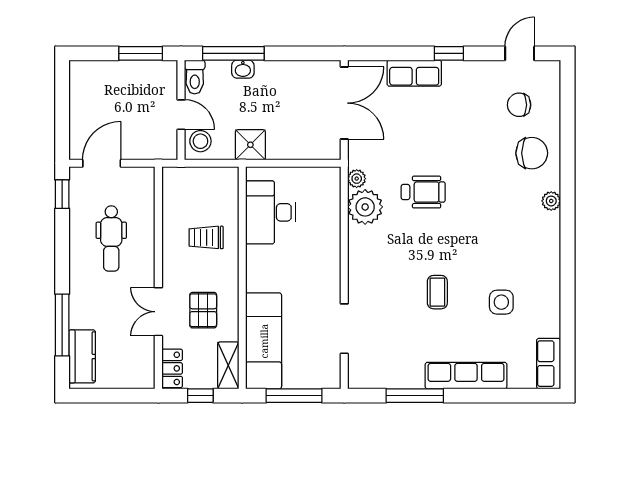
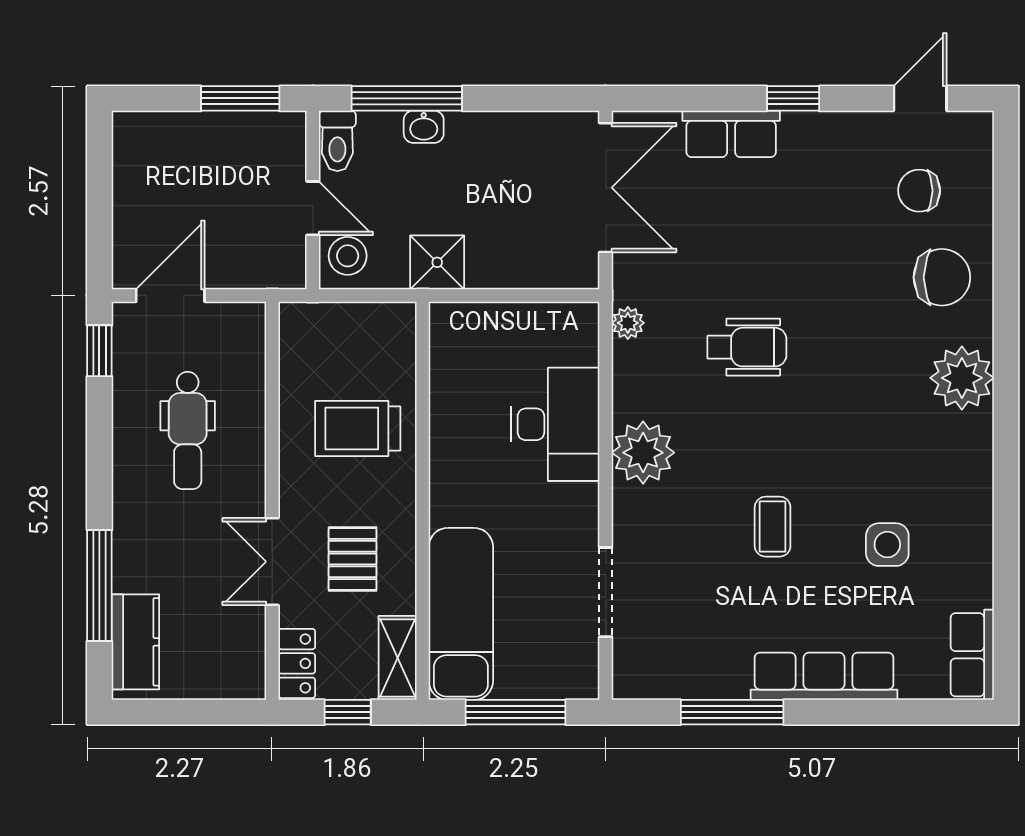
plant: (551, 201) -> (962, 378), width x1.88, depth x1.88
plant: (365, 207) -> (643, 453), moved
desk: (270, 212) -> (555, 424), moved, turned 180
trolley: (206, 237) -> (358, 429), width x1.36, depth x1.39

